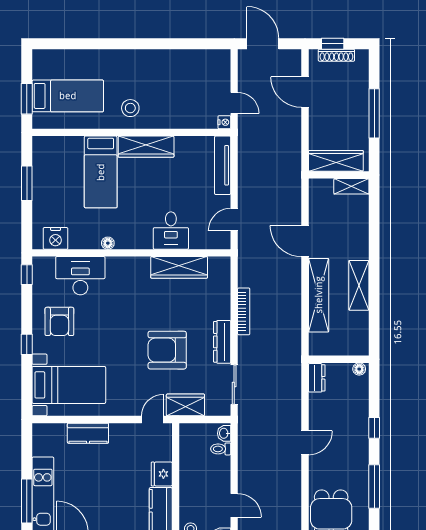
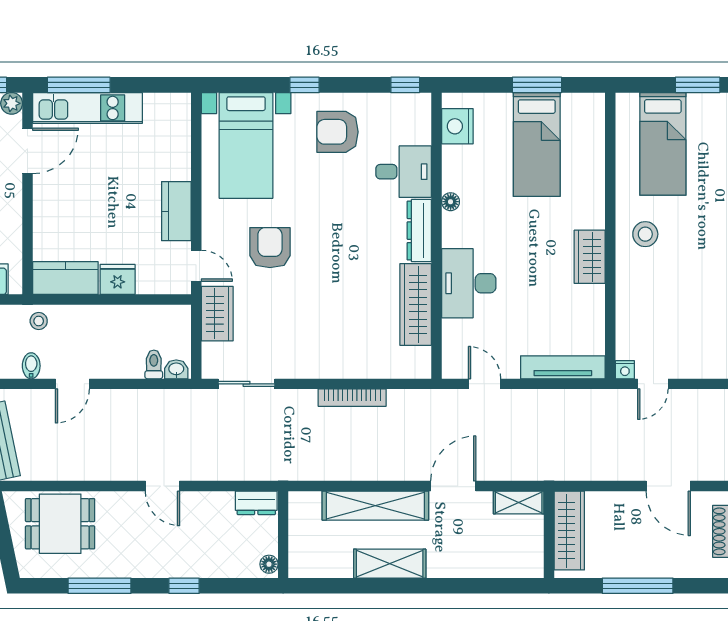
door: (305, 92) -> (668, 486), swing flipped
window: (27, 99) -> (698, 85), moved
wardrobe: (146, 147) -> (590, 257), width x0.67
bed: (101, 172) -> (537, 144), moved, turned -90
shelving: (351, 186) -> (519, 503), moved, turned 90
desk: (171, 231) -> (469, 283), width x1.37
desk: (80, 276) -> (404, 172), width x0.73
dresser: (222, 342) -> (419, 231), moved, turned -90
armchair: (167, 350) -> (270, 248), moved, width x0.73, depth x0.73
kitchen counter: (88, 433) -> (176, 211), moved

